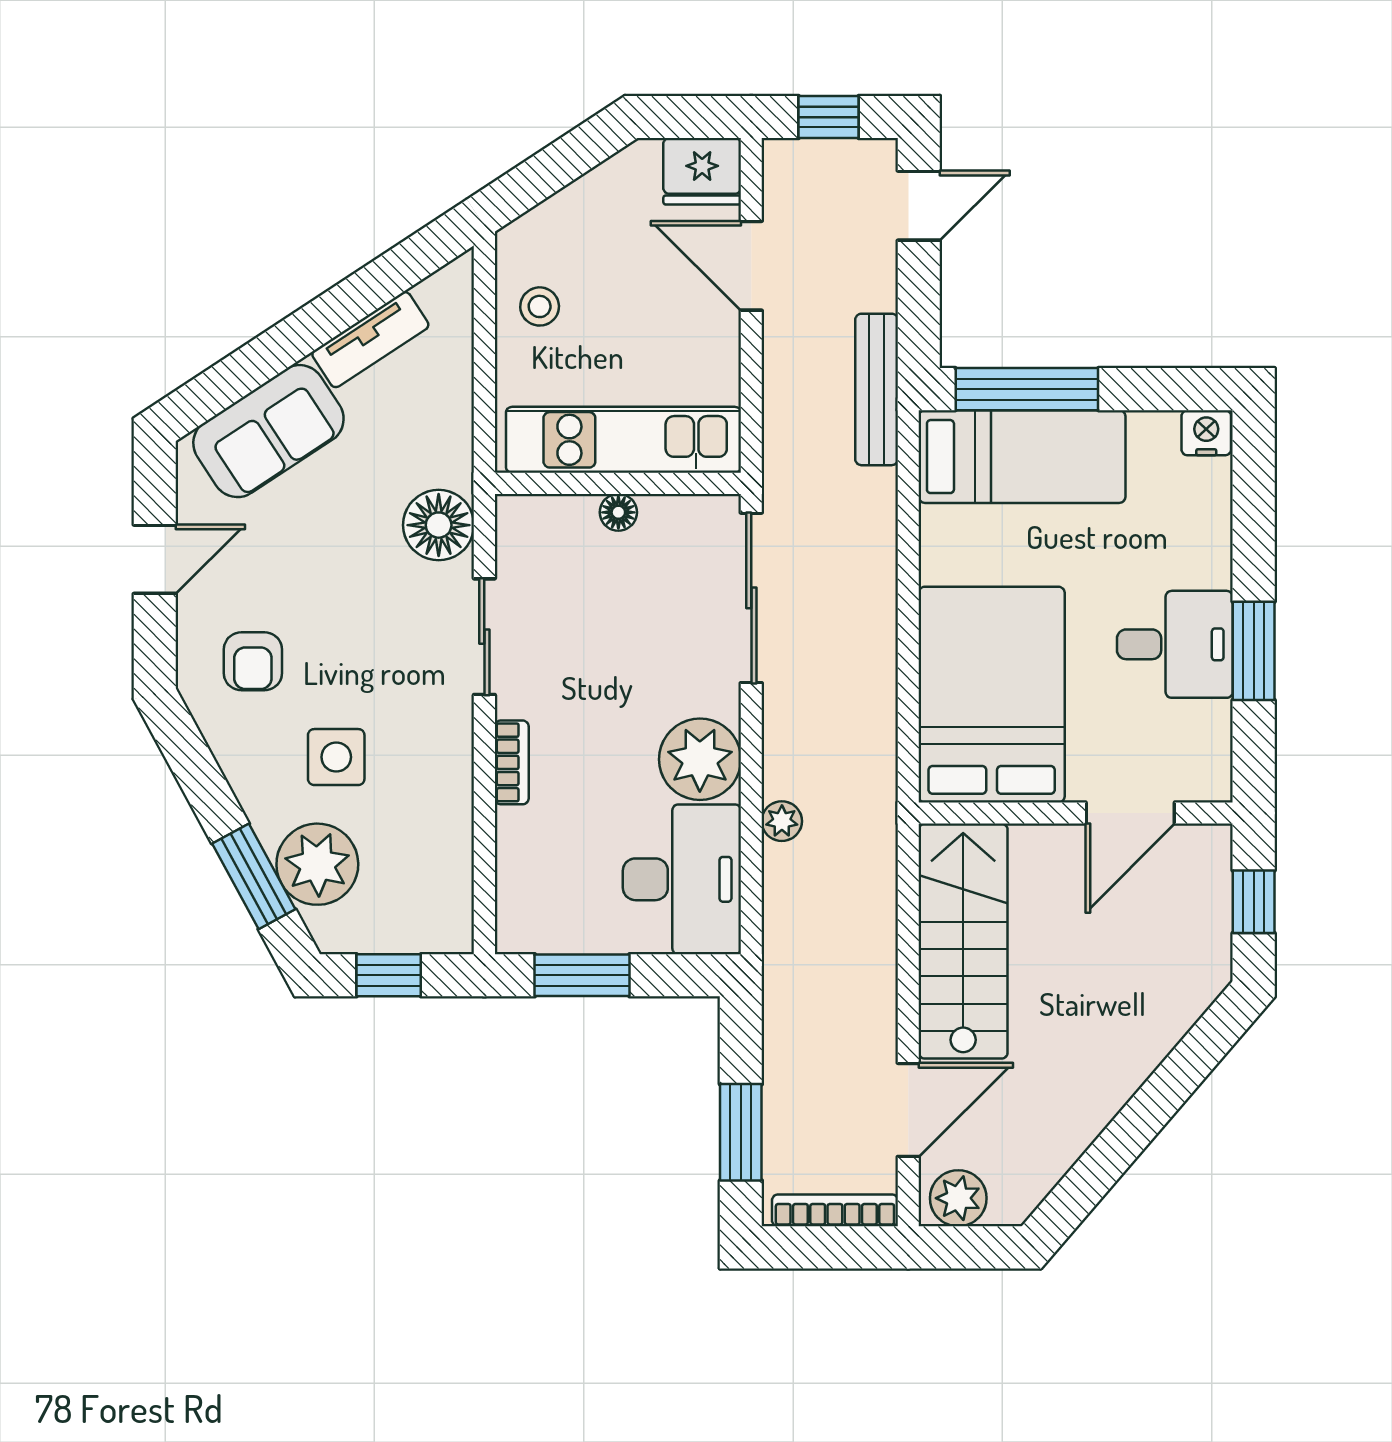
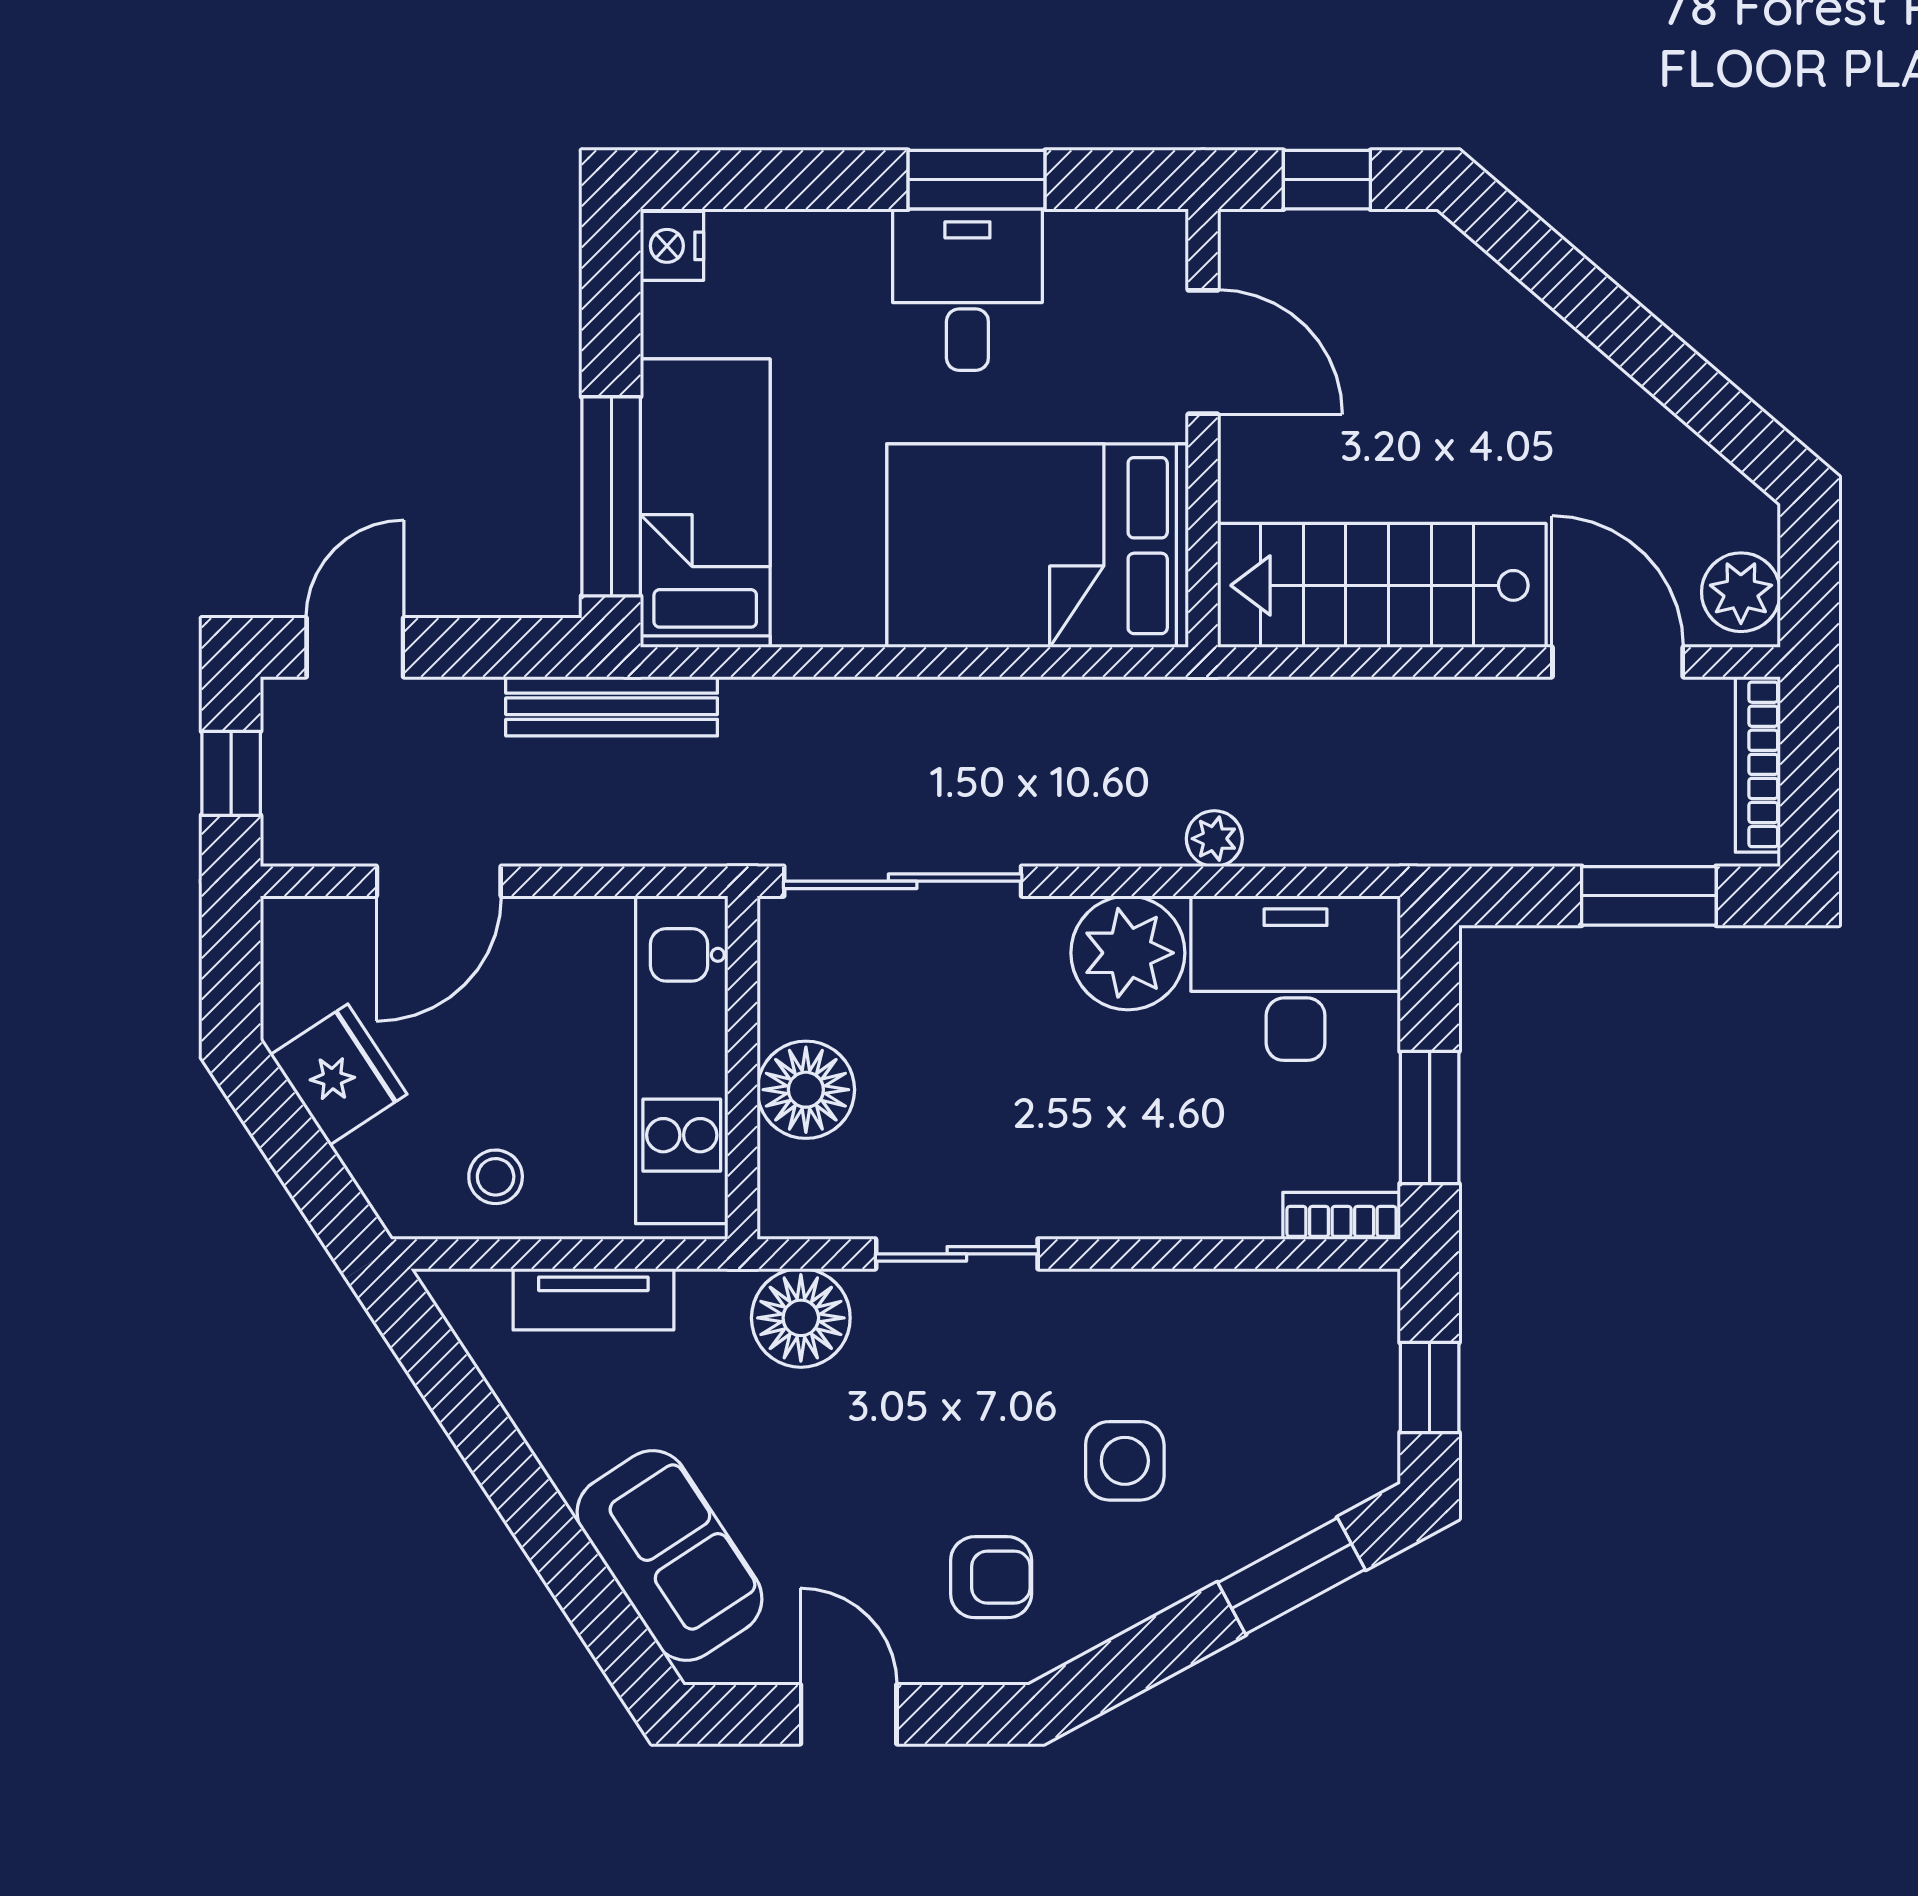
fridge: (702, 171) -> (339, 1075), moved, turned -33
door: (919, 206) -> (355, 647), hinge flipped
tv unit: (370, 340) -> (593, 1299), moved, turned 123
floor lamp: (618, 512) -> (806, 1090), width x1.89, depth x1.89
bookcase: (512, 762) -> (1342, 1216), moved
plant: (317, 864) -> (1274, 1487), removed

